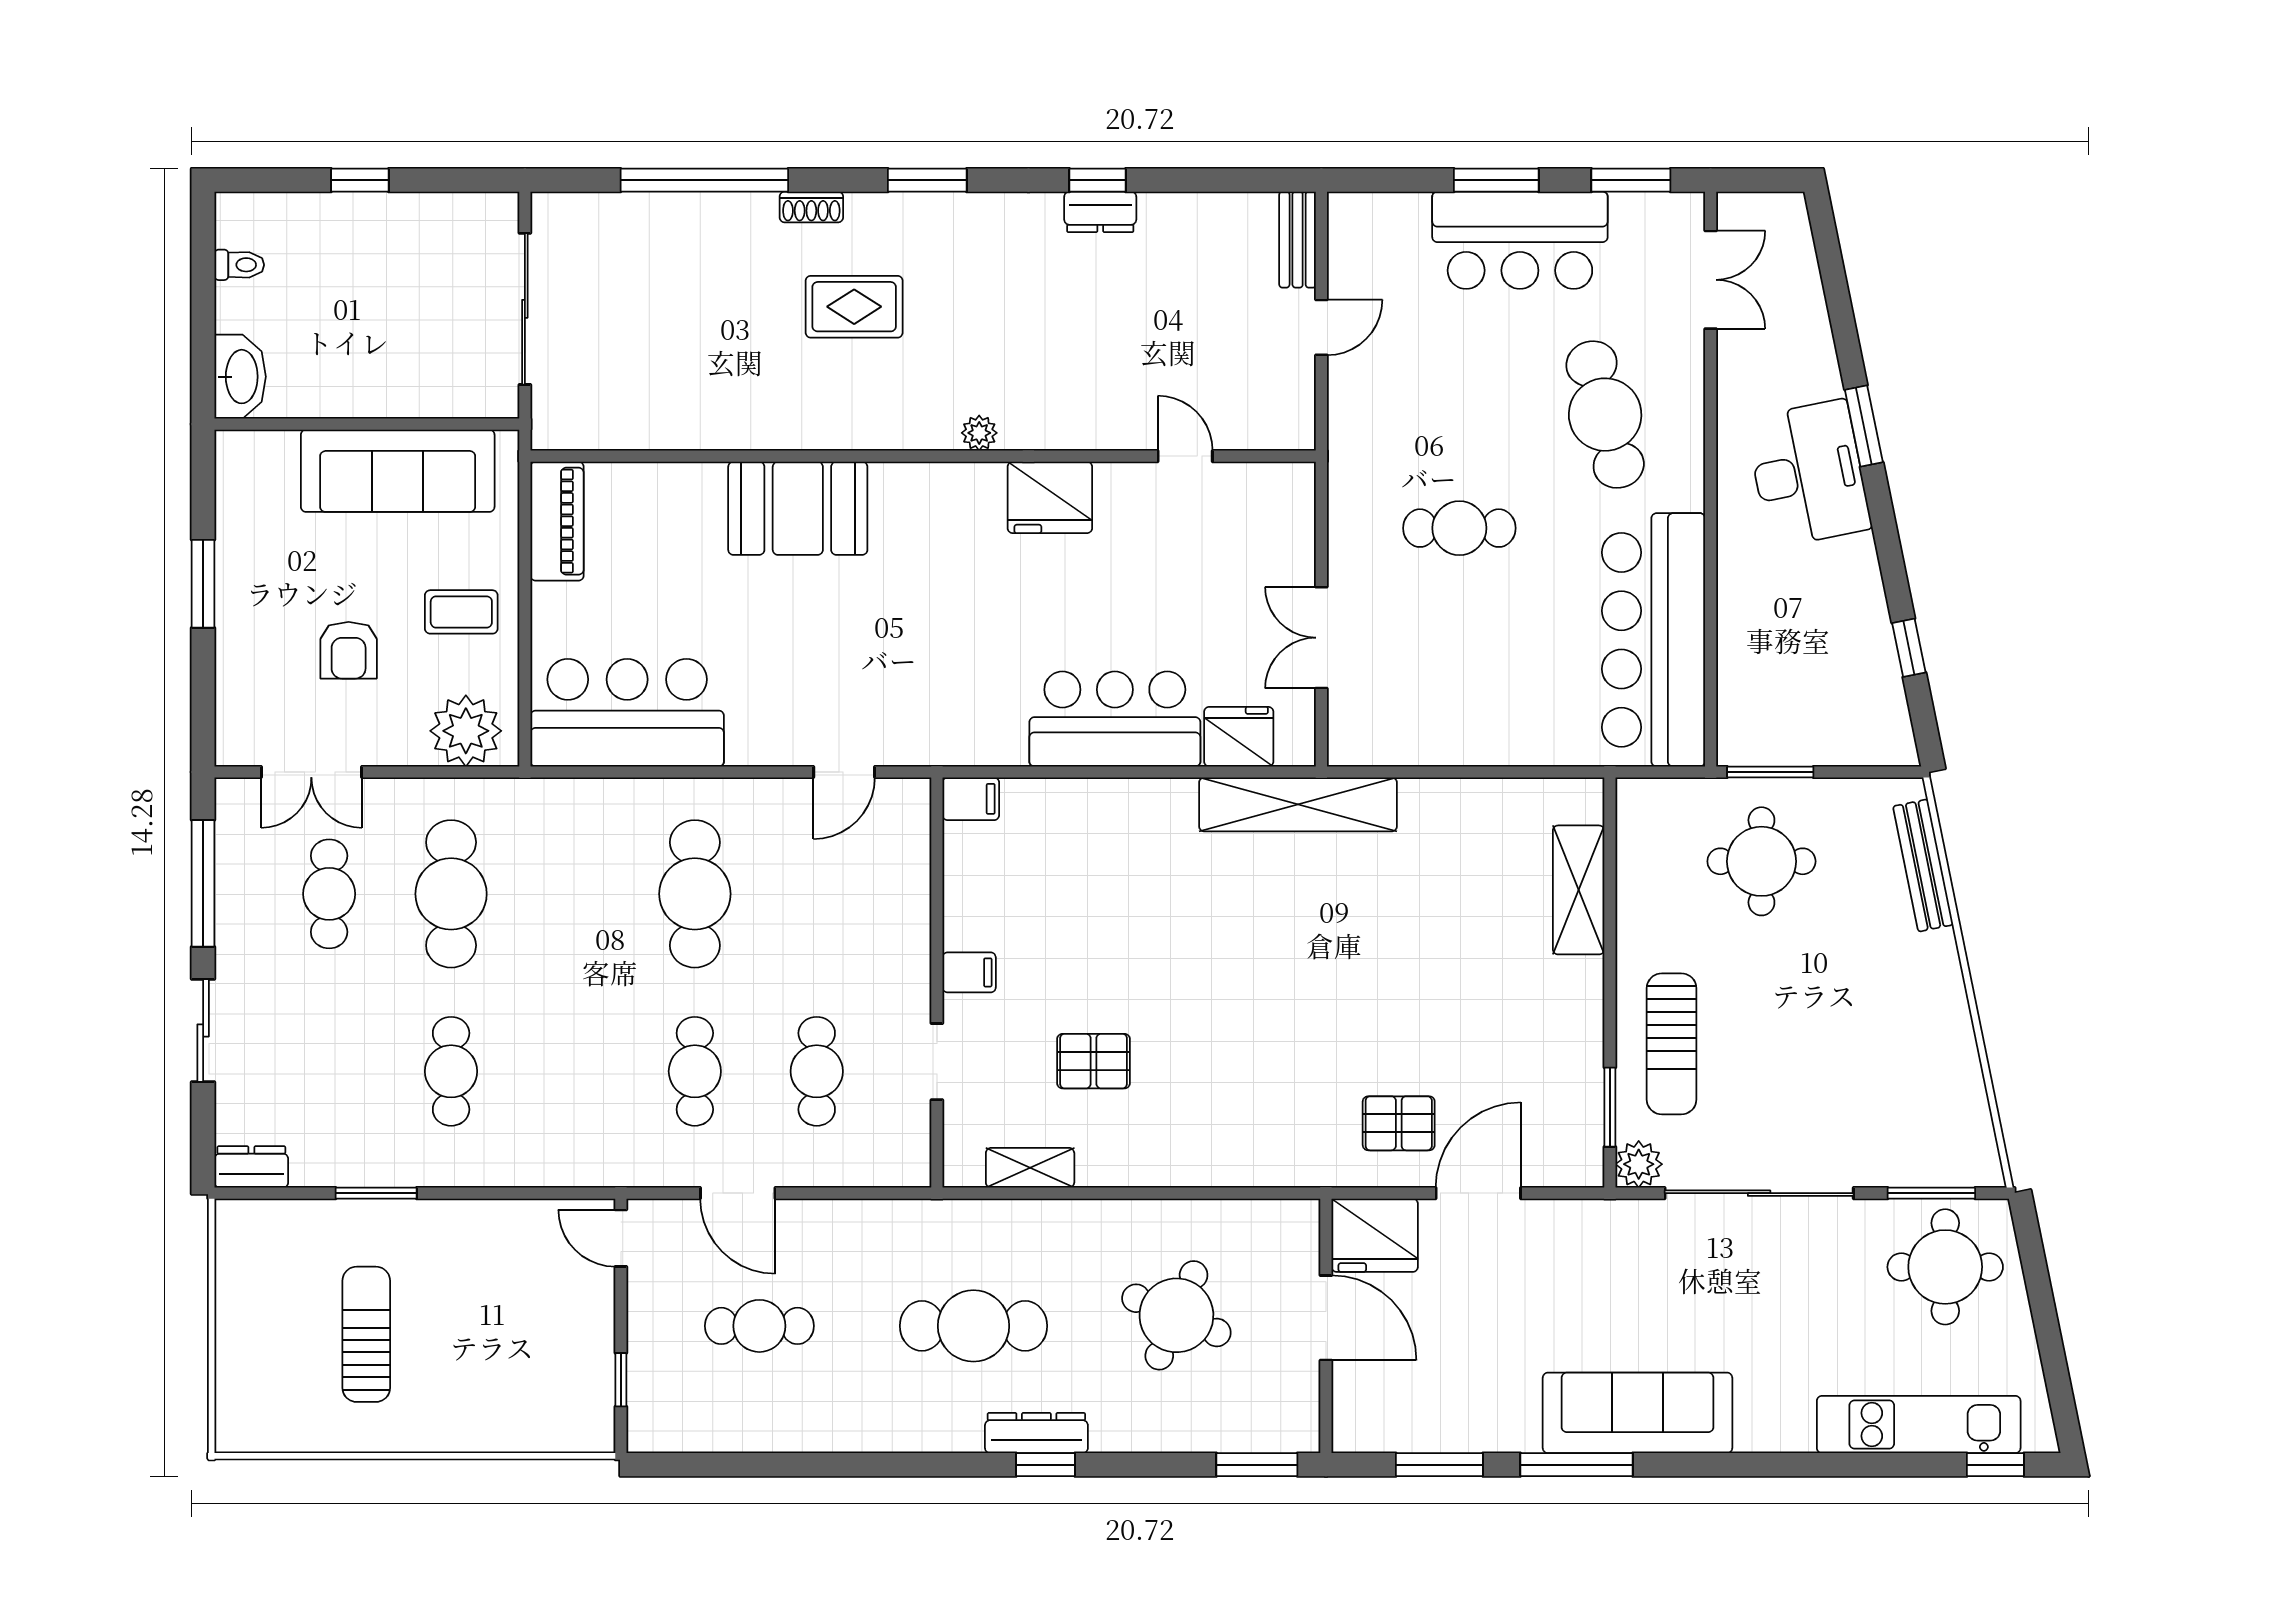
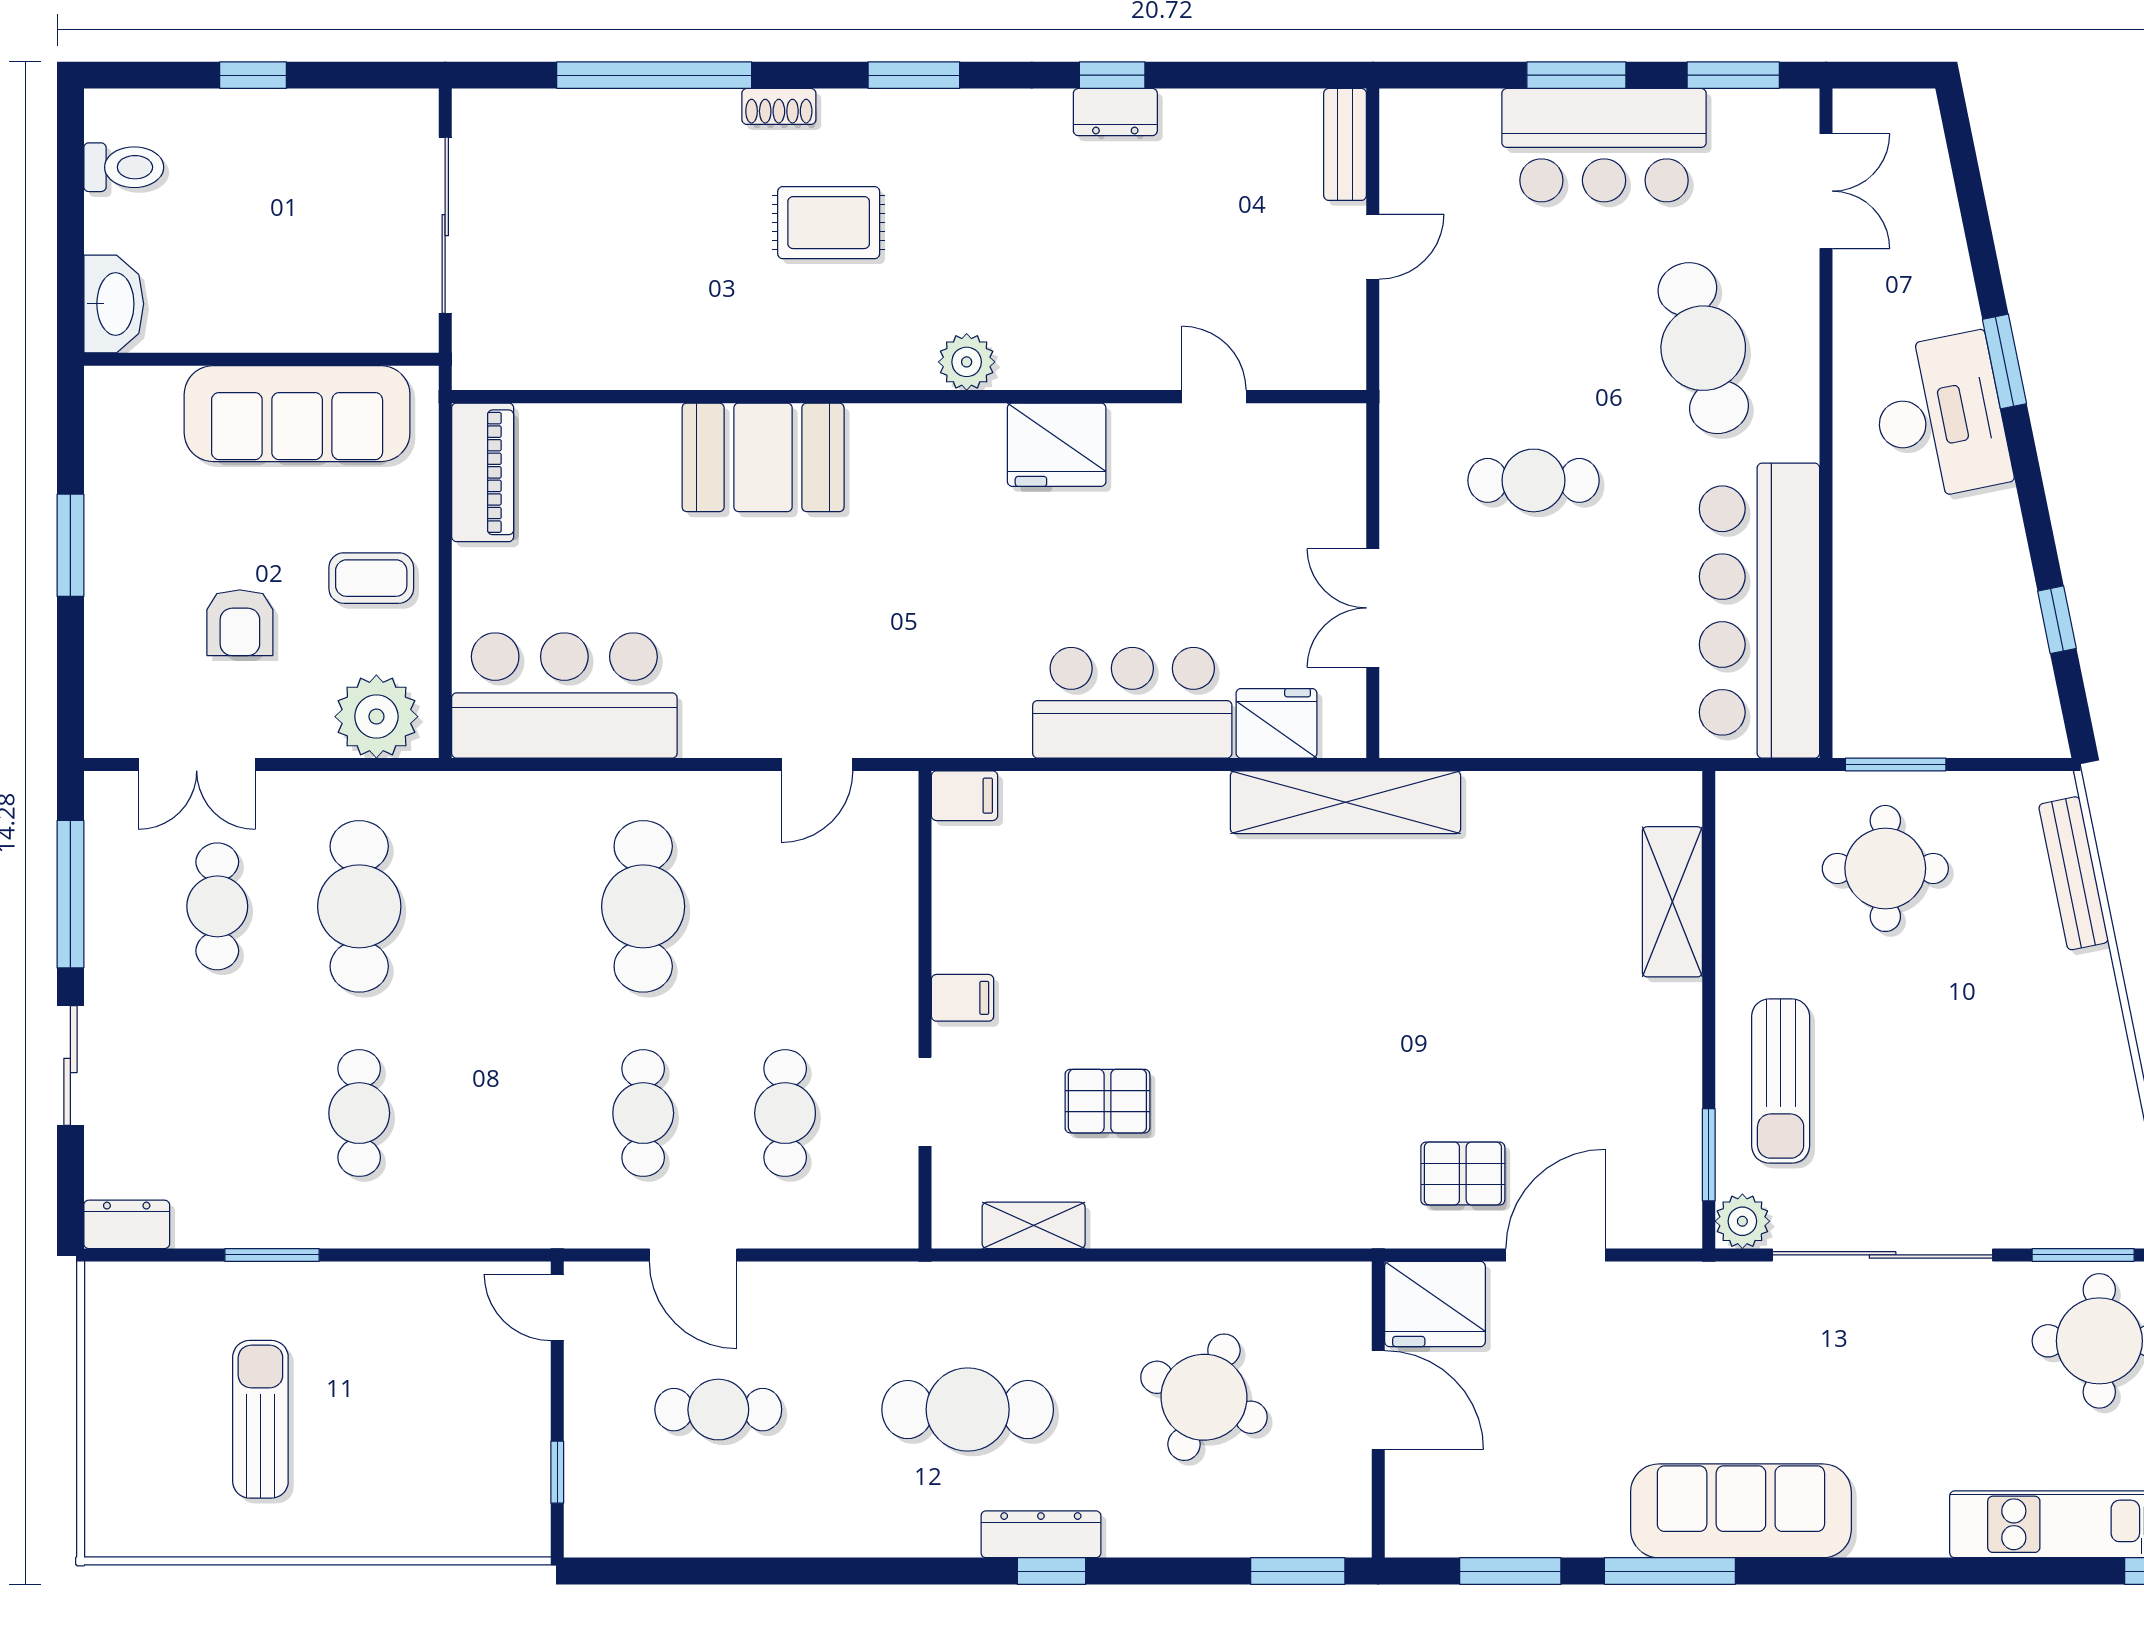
toilet: (239, 265) -> (124, 167), width x1.37, depth x1.39
plant: (979, 433) -> (967, 362), width x1.38, depth x1.38

